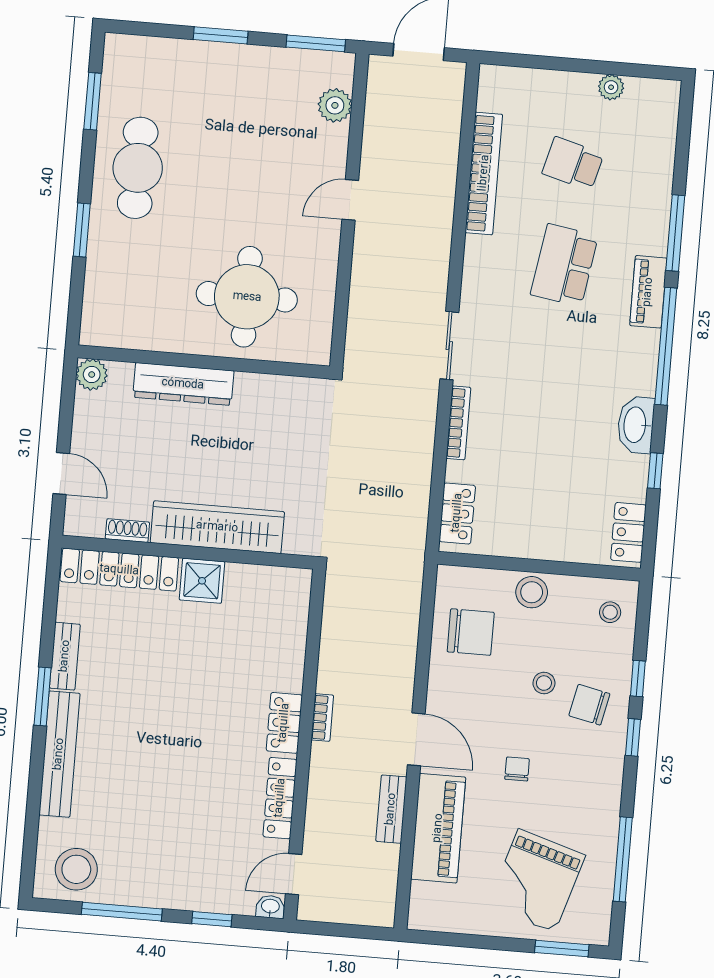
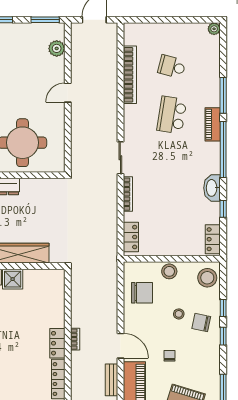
plant: (611, 87) -> (214, 29), moved
stool: (610, 612) -> (207, 278), width x1.89, depth x1.89

